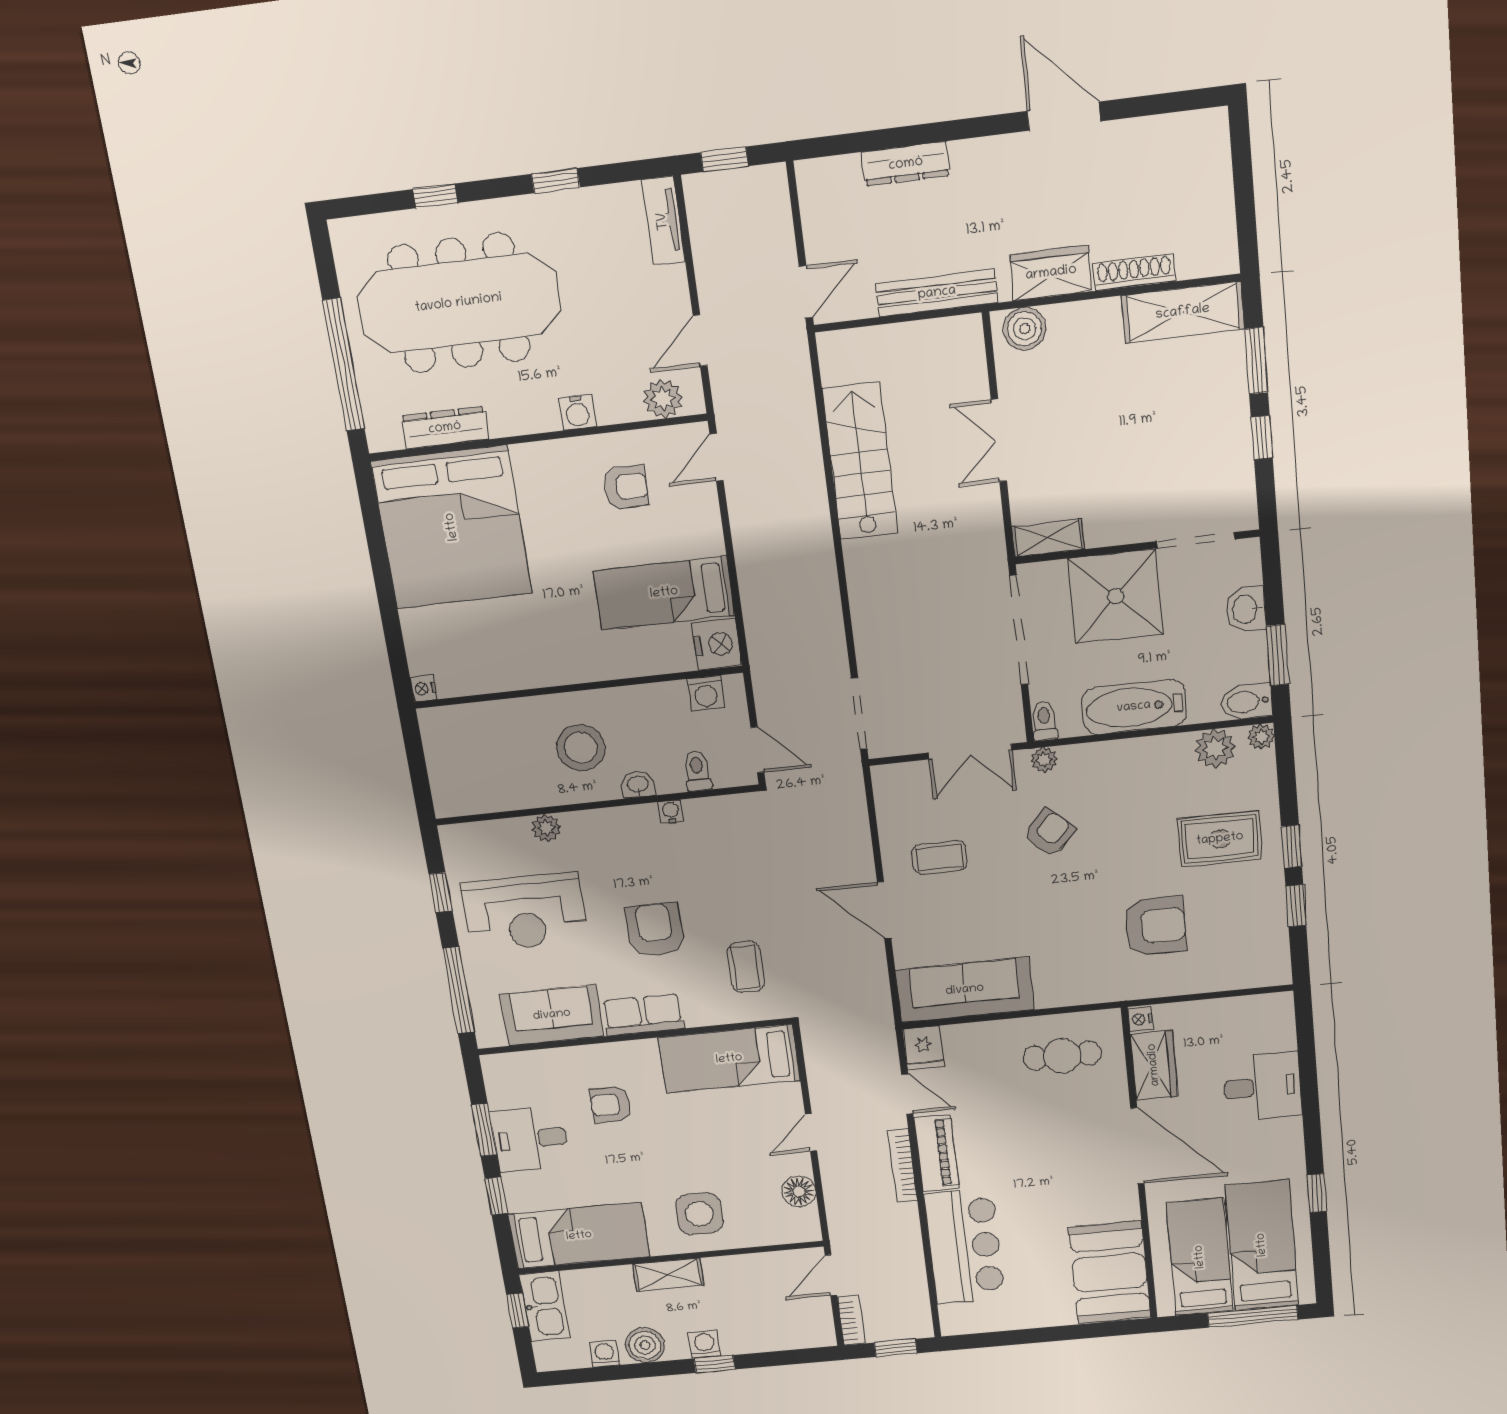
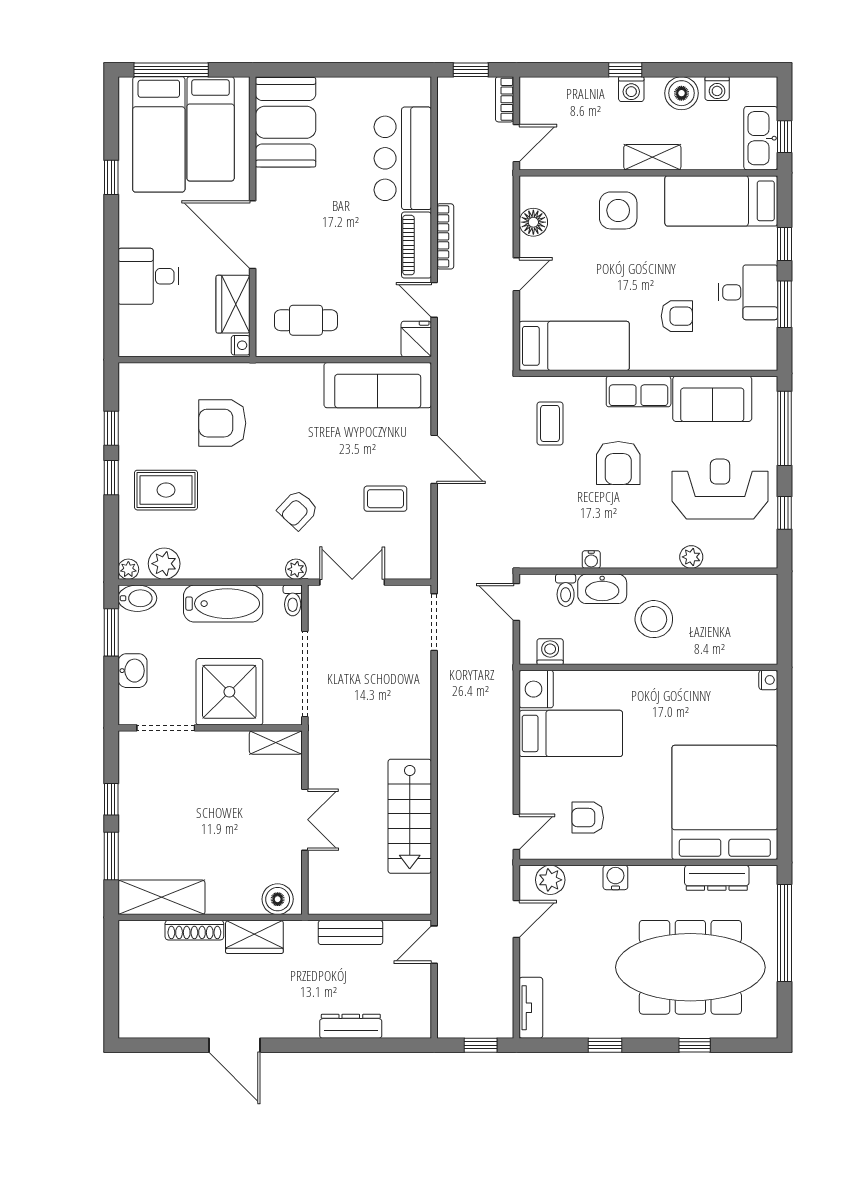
bench: (937, 293) -> (350, 932), width x0.73
washbasin: (638, 785) -> (602, 589), width x1.91, depth x1.45

